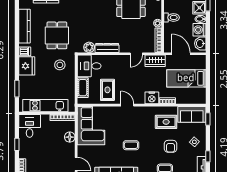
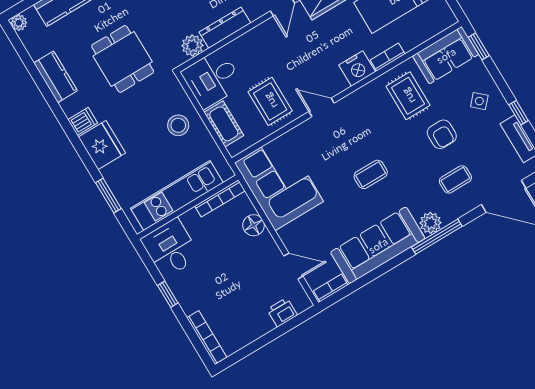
kitchen counter: (25, 26) -> (55, 77), width x0.67
stool: (60, 65) -> (178, 125), moved
rug: (166, 122) -> (408, 96), turned 90

